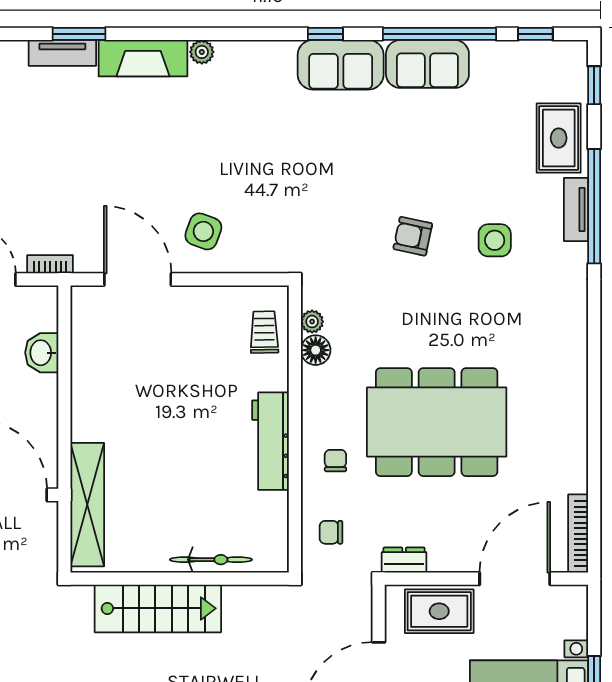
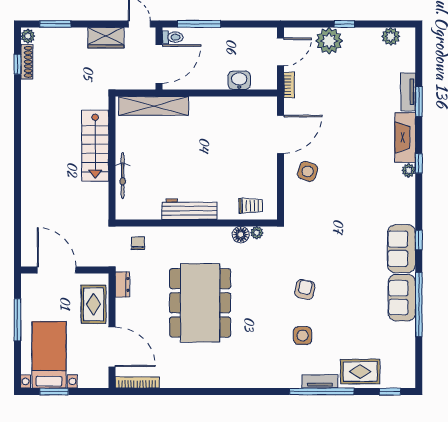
window: (535, 34) -> (419, 163), moved
chair: (335, 461) -> (178, 246), removed

